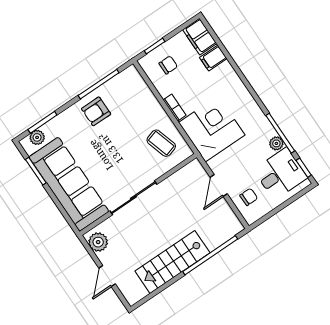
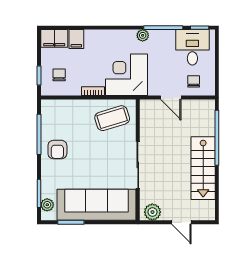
coffee table: (161, 143) -> (112, 118), width x1.36, depth x1.30
plant: (276, 143) -> (143, 35), moved

